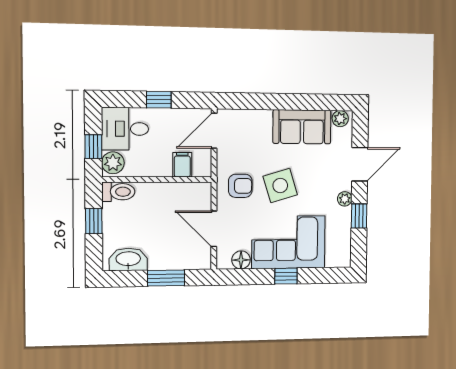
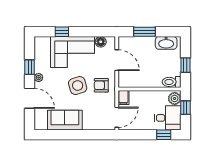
window: (159, 100) -> (164, 135), moved
plant: (340, 119) -> (42, 125), removed
door: (360, 164) -> (30, 98), swing flipped
filing cabinet: (182, 165) -> (123, 97), moved
window: (286, 276) -> (62, 32), moved

